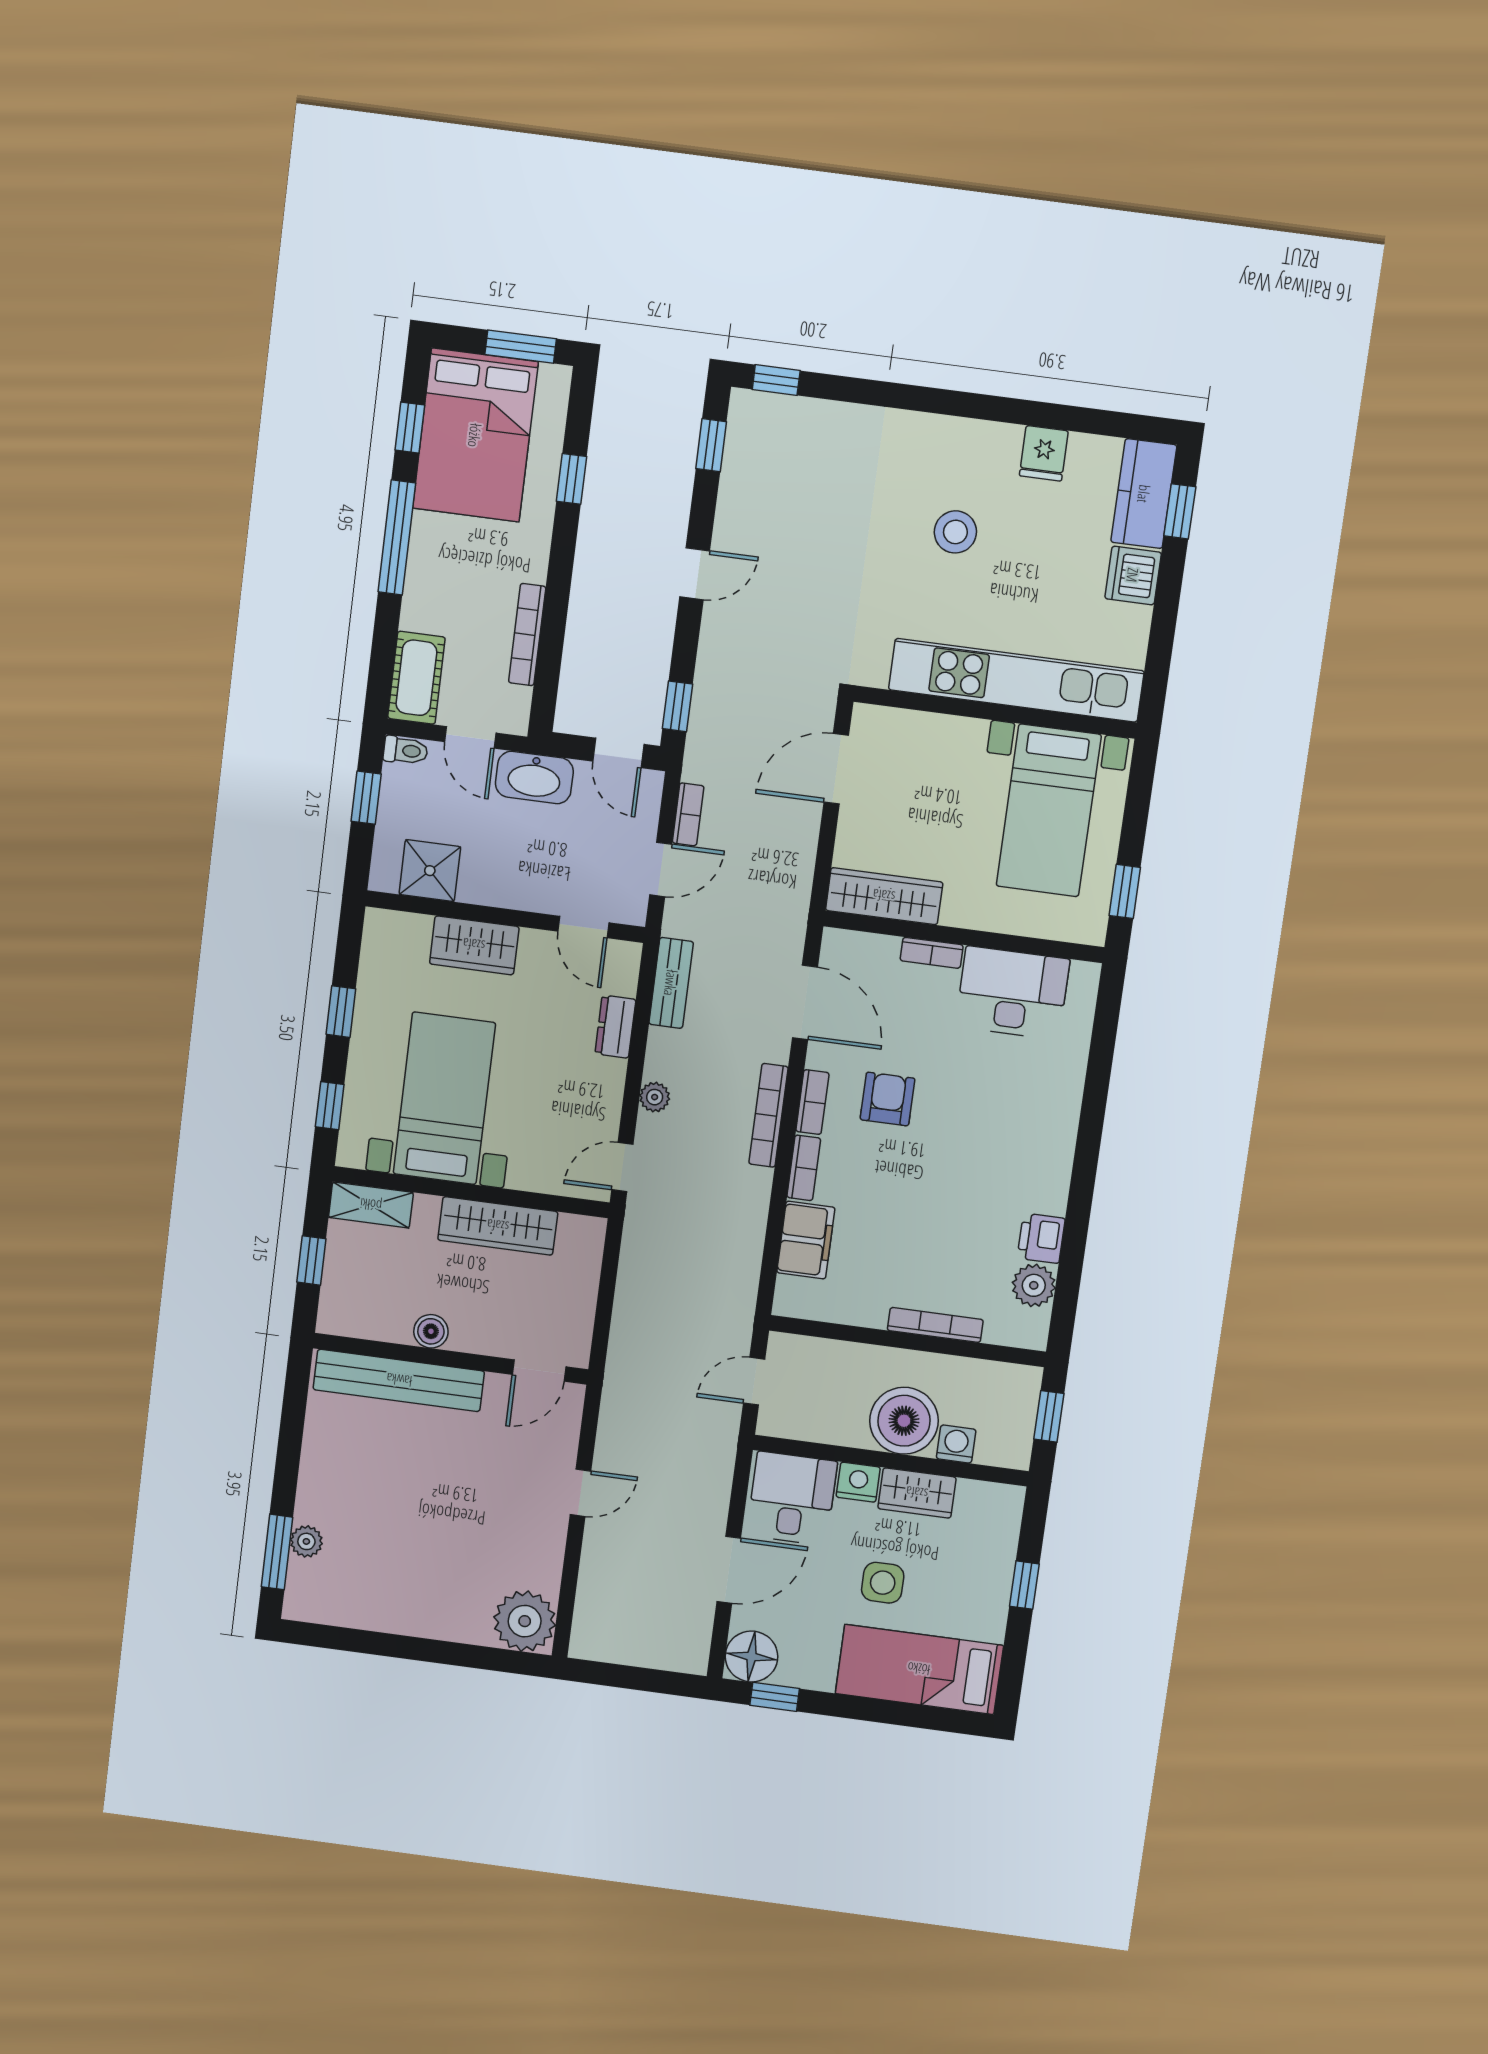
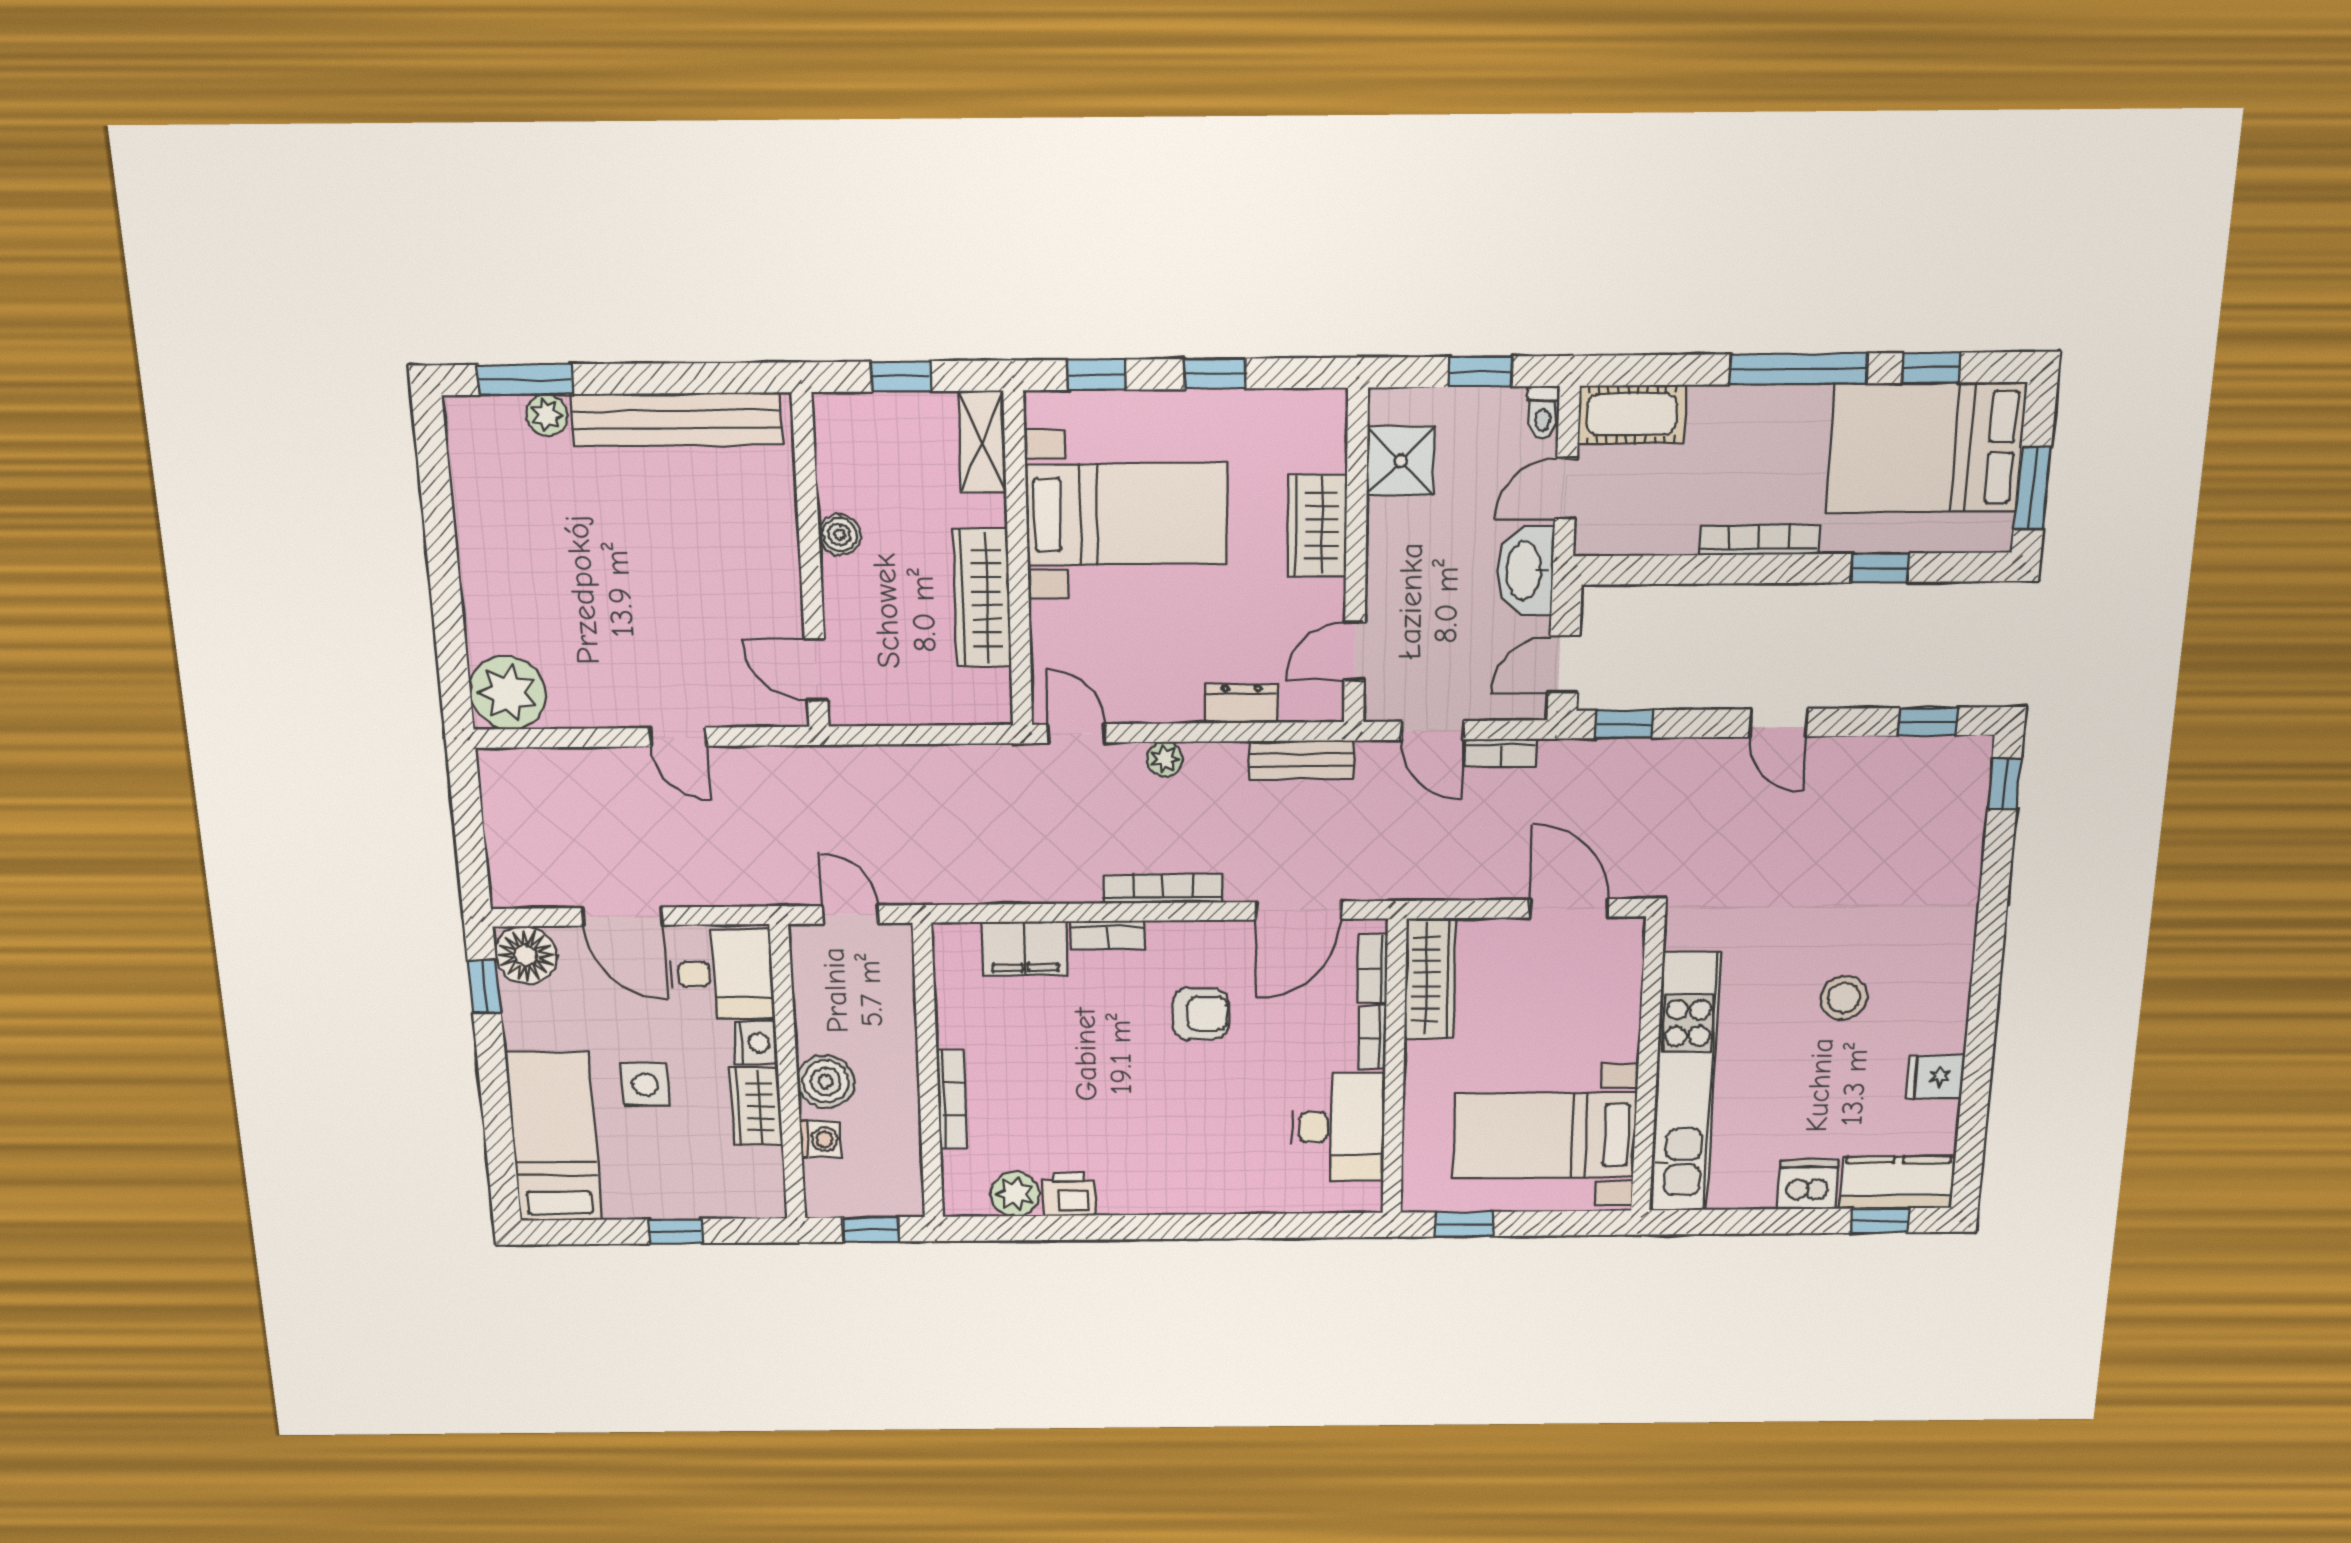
bookcase: (527, 635) -> (1759, 540), moved
bookcase: (812, 1102) -> (1373, 968), moved, turned 90
bench: (399, 1380) -> (676, 420), moved, turned 90
boiler: (904, 1421) -> (826, 1082), width x0.73, depth x0.73

